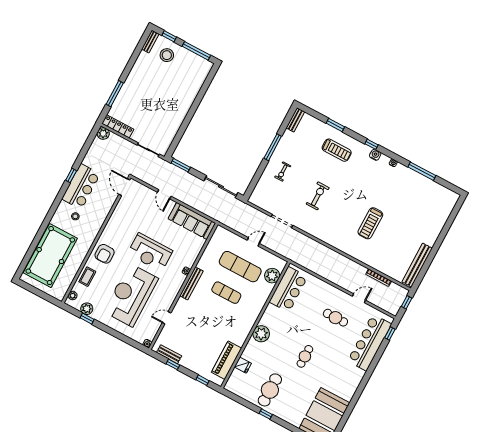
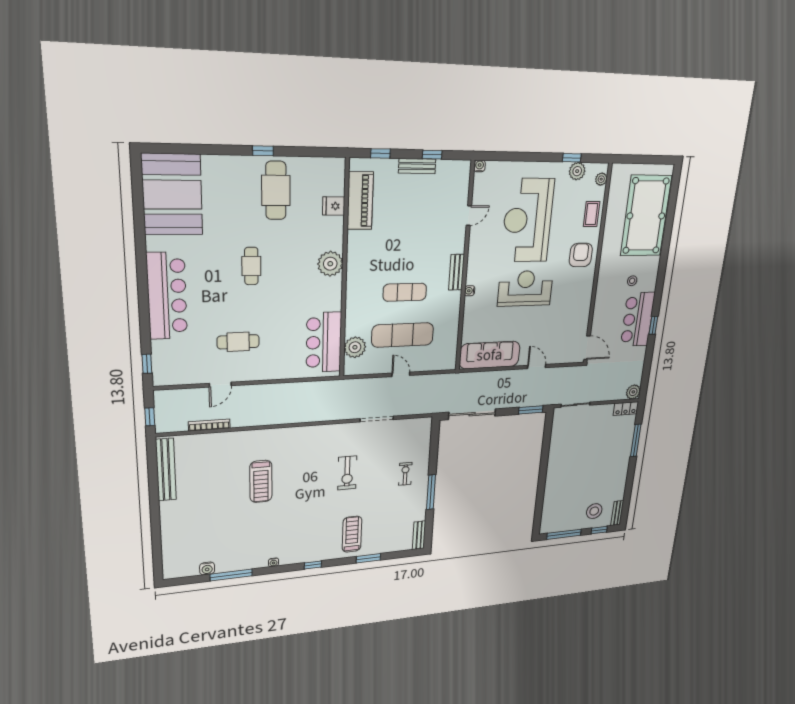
locker: (118, 126) -> (626, 409), width x0.66
treadmill: (337, 150) -> (352, 534), turned 90
water cooler: (375, 155) -> (207, 568), moved
treadmill: (370, 223) -> (261, 481), turned 180
door: (253, 242) -> (401, 374), swing flipped
bench: (191, 283) -> (457, 272), width x0.73
reception desk: (131, 295) -> (528, 220), turned 180
bar counter: (370, 343) -> (167, 296), moved
bench: (169, 354) -> (417, 166), moved

